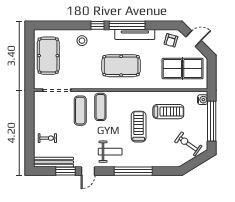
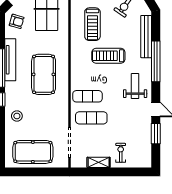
treadmill: (168, 112) -> (92, 24), turned 180
shelving: (38, 117) -> (99, 162), added
bench: (53, 162) -> (146, 37), moved

